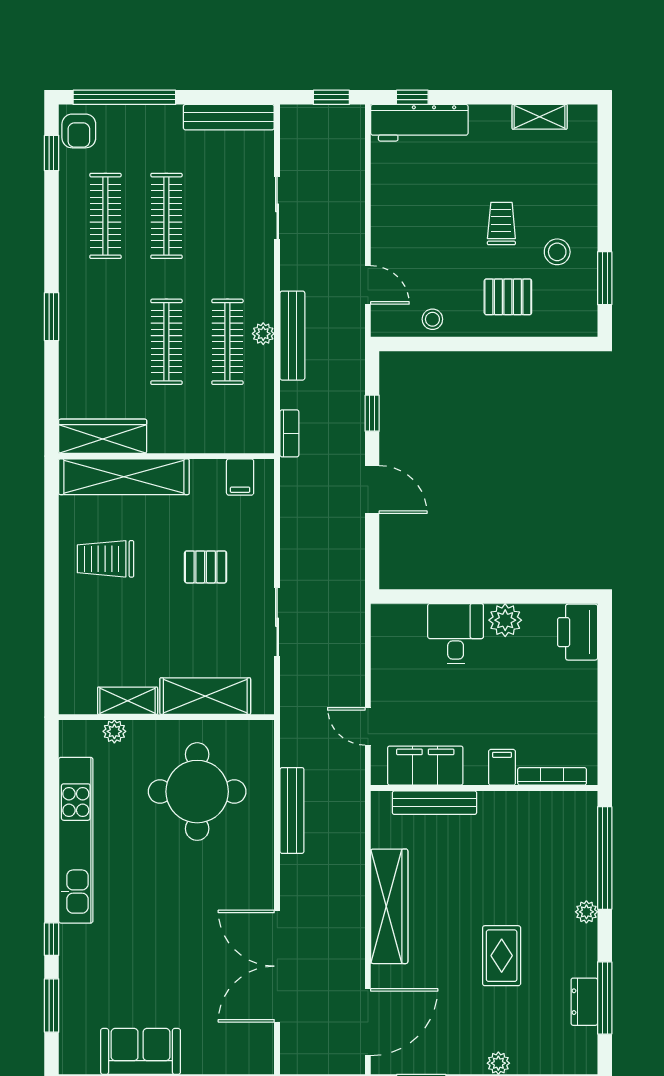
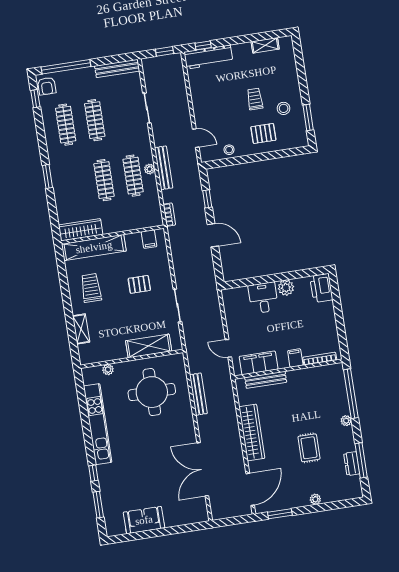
trolley: (106, 559) -> (91, 288), turned 90
shelving: (128, 701) -> (81, 329), moved, turned 90

